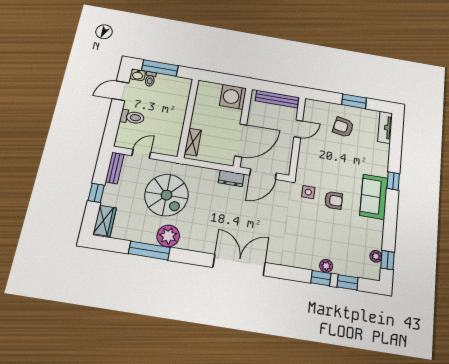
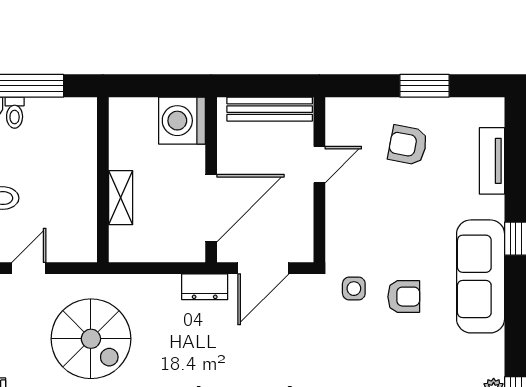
tv unit: (385, 127) -> (492, 161), moved
shelving: (193, 142) -> (121, 198), moved
sofa: (374, 197) -> (481, 276), width x1.36

